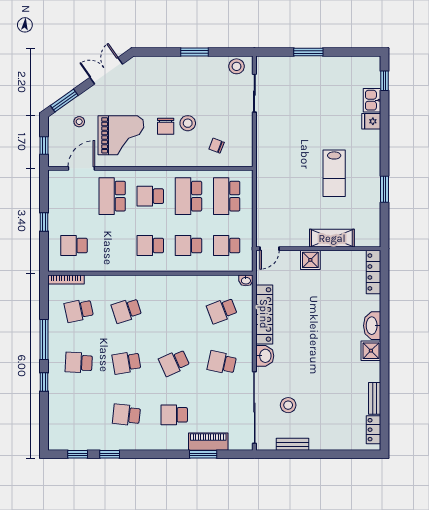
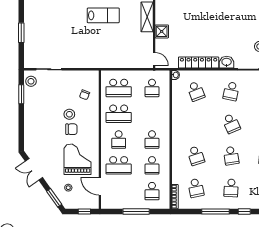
window: (195, 52) -> (21, 94), moved
window: (44, 222) -> (136, 211), width x2.17
school desk: (188, 245) -> (152, 165), moved

